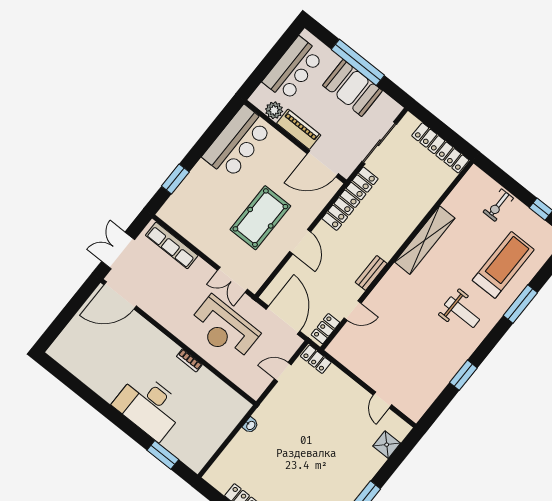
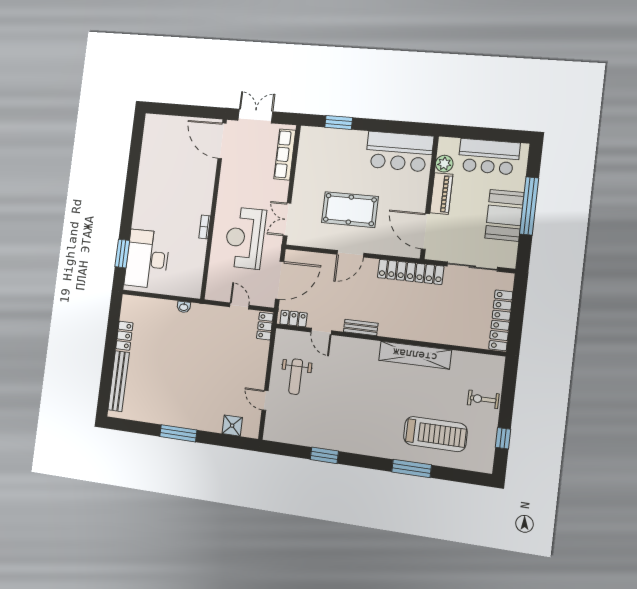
weight bench: (462, 312) -> (296, 377), moved
door: (382, 400) -> (265, 400), hinge flipped
desk: (149, 406) -> (147, 259), moved

